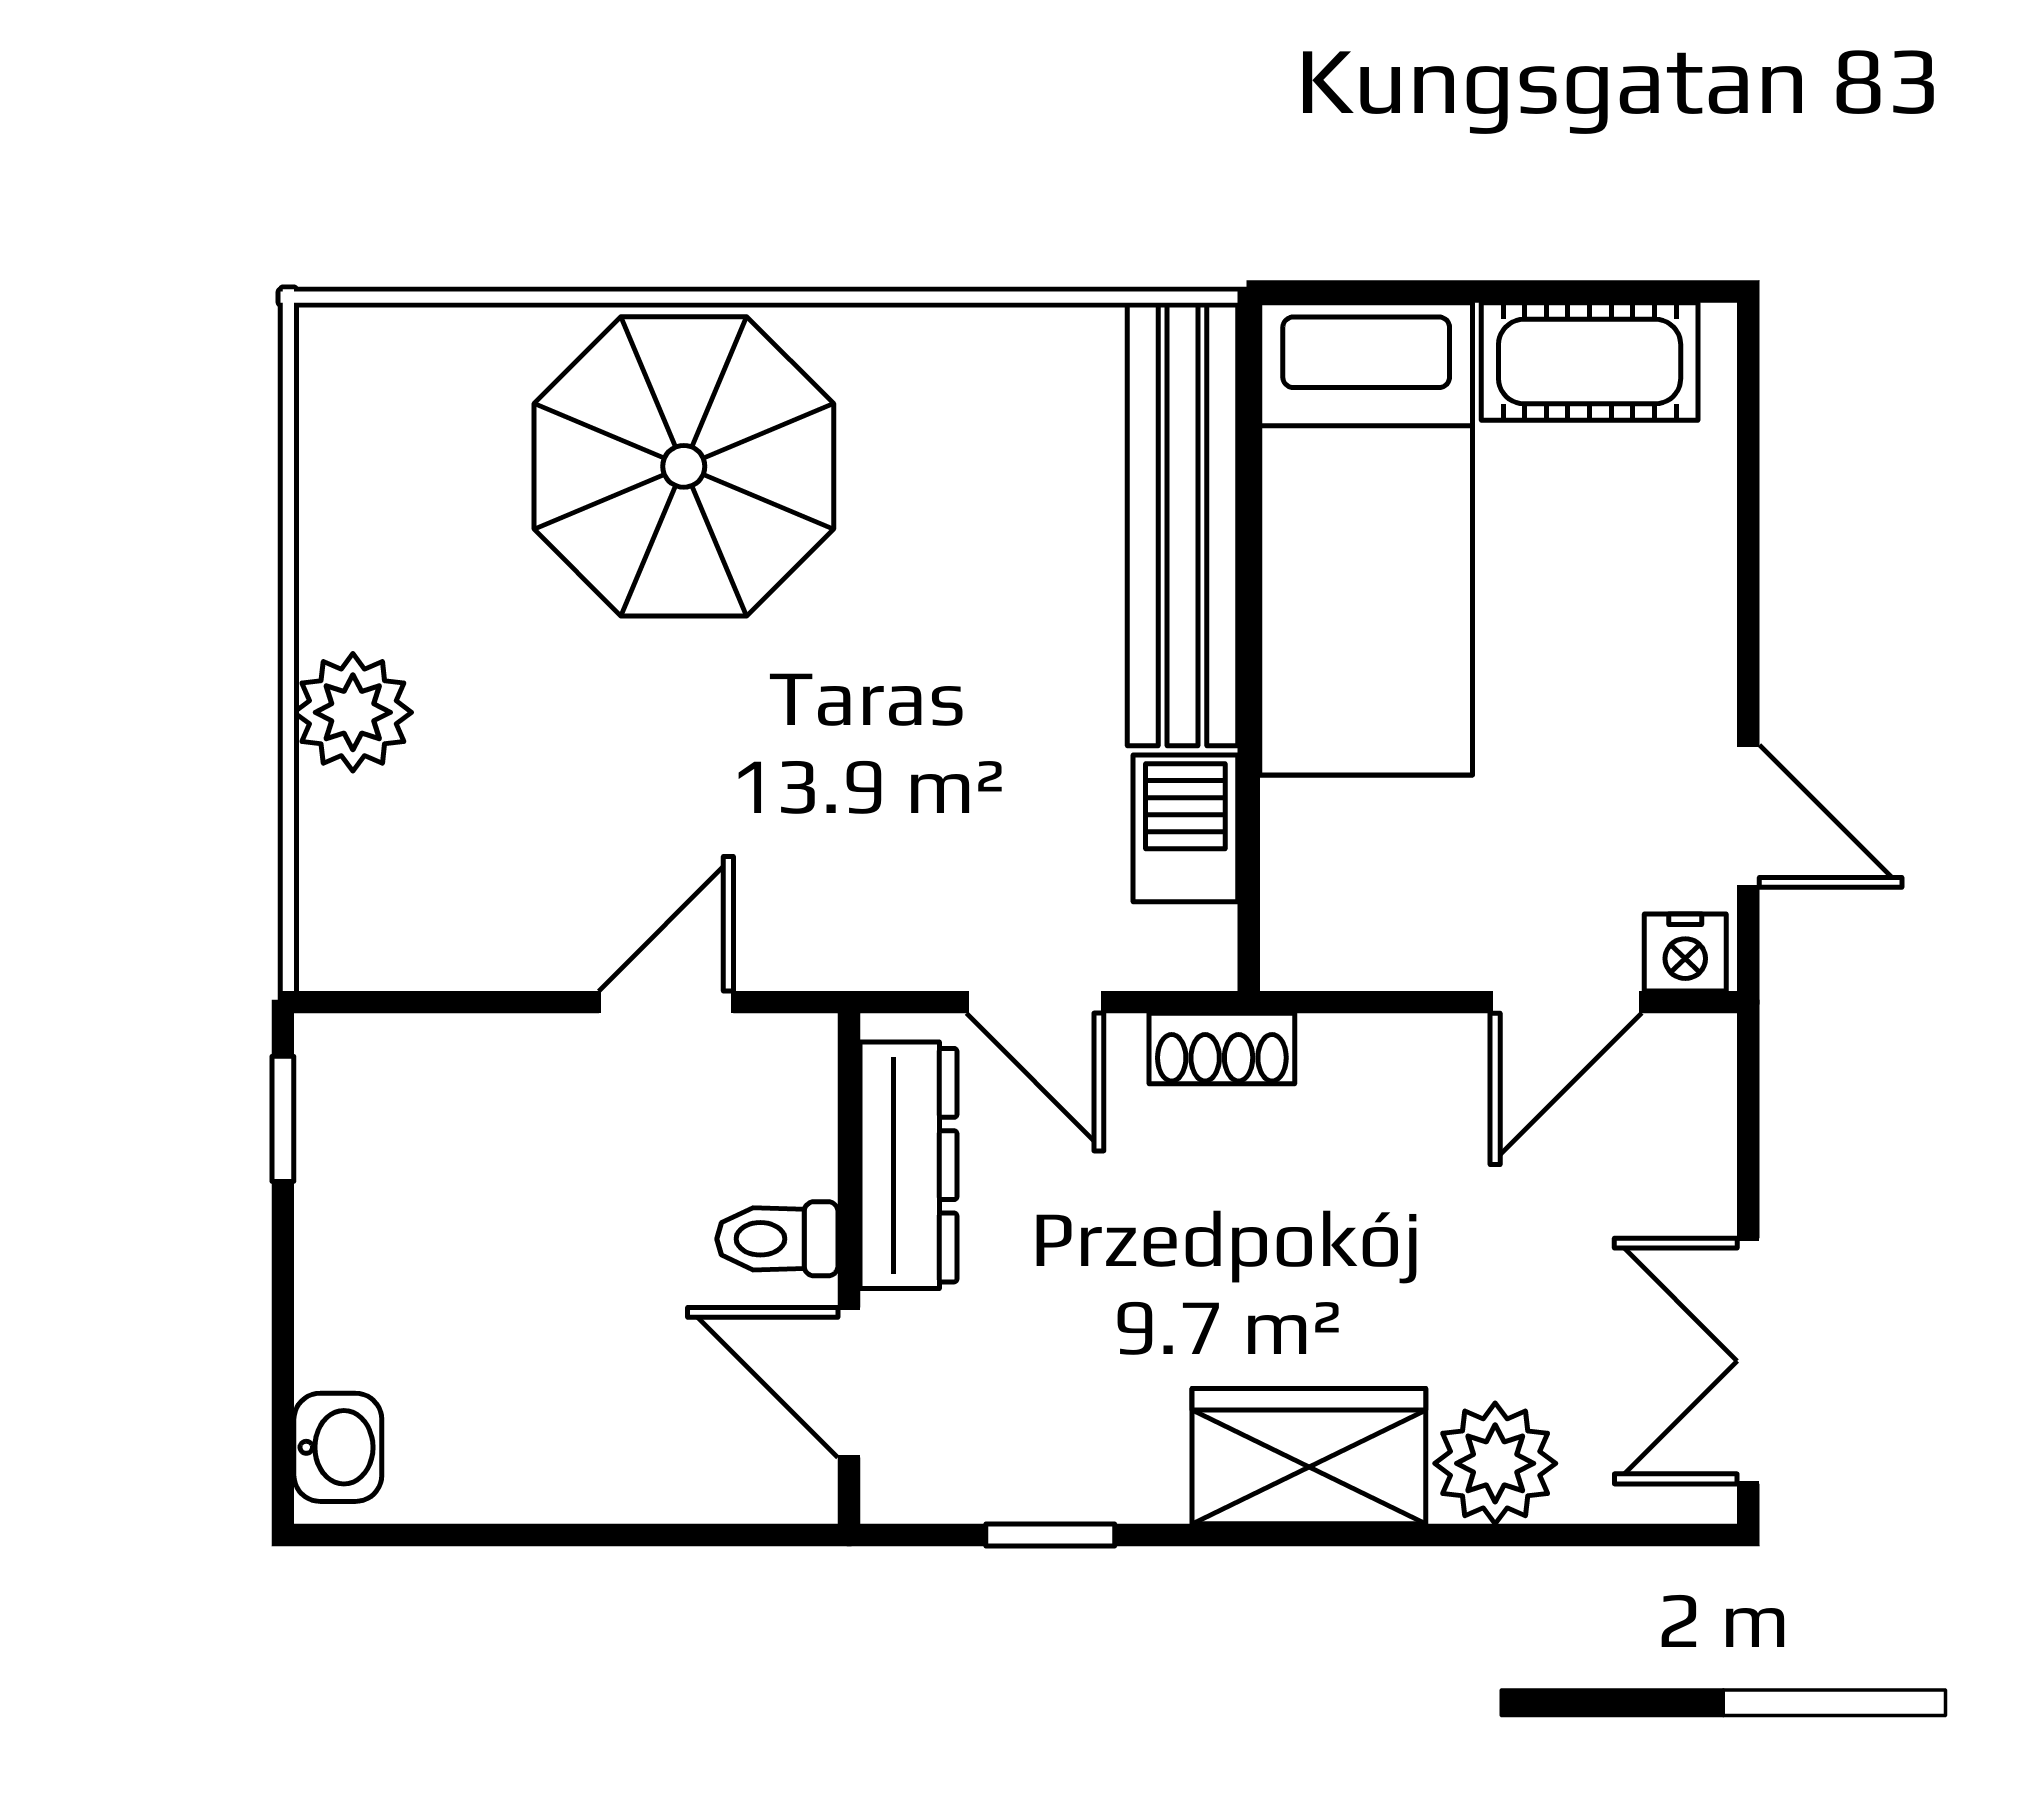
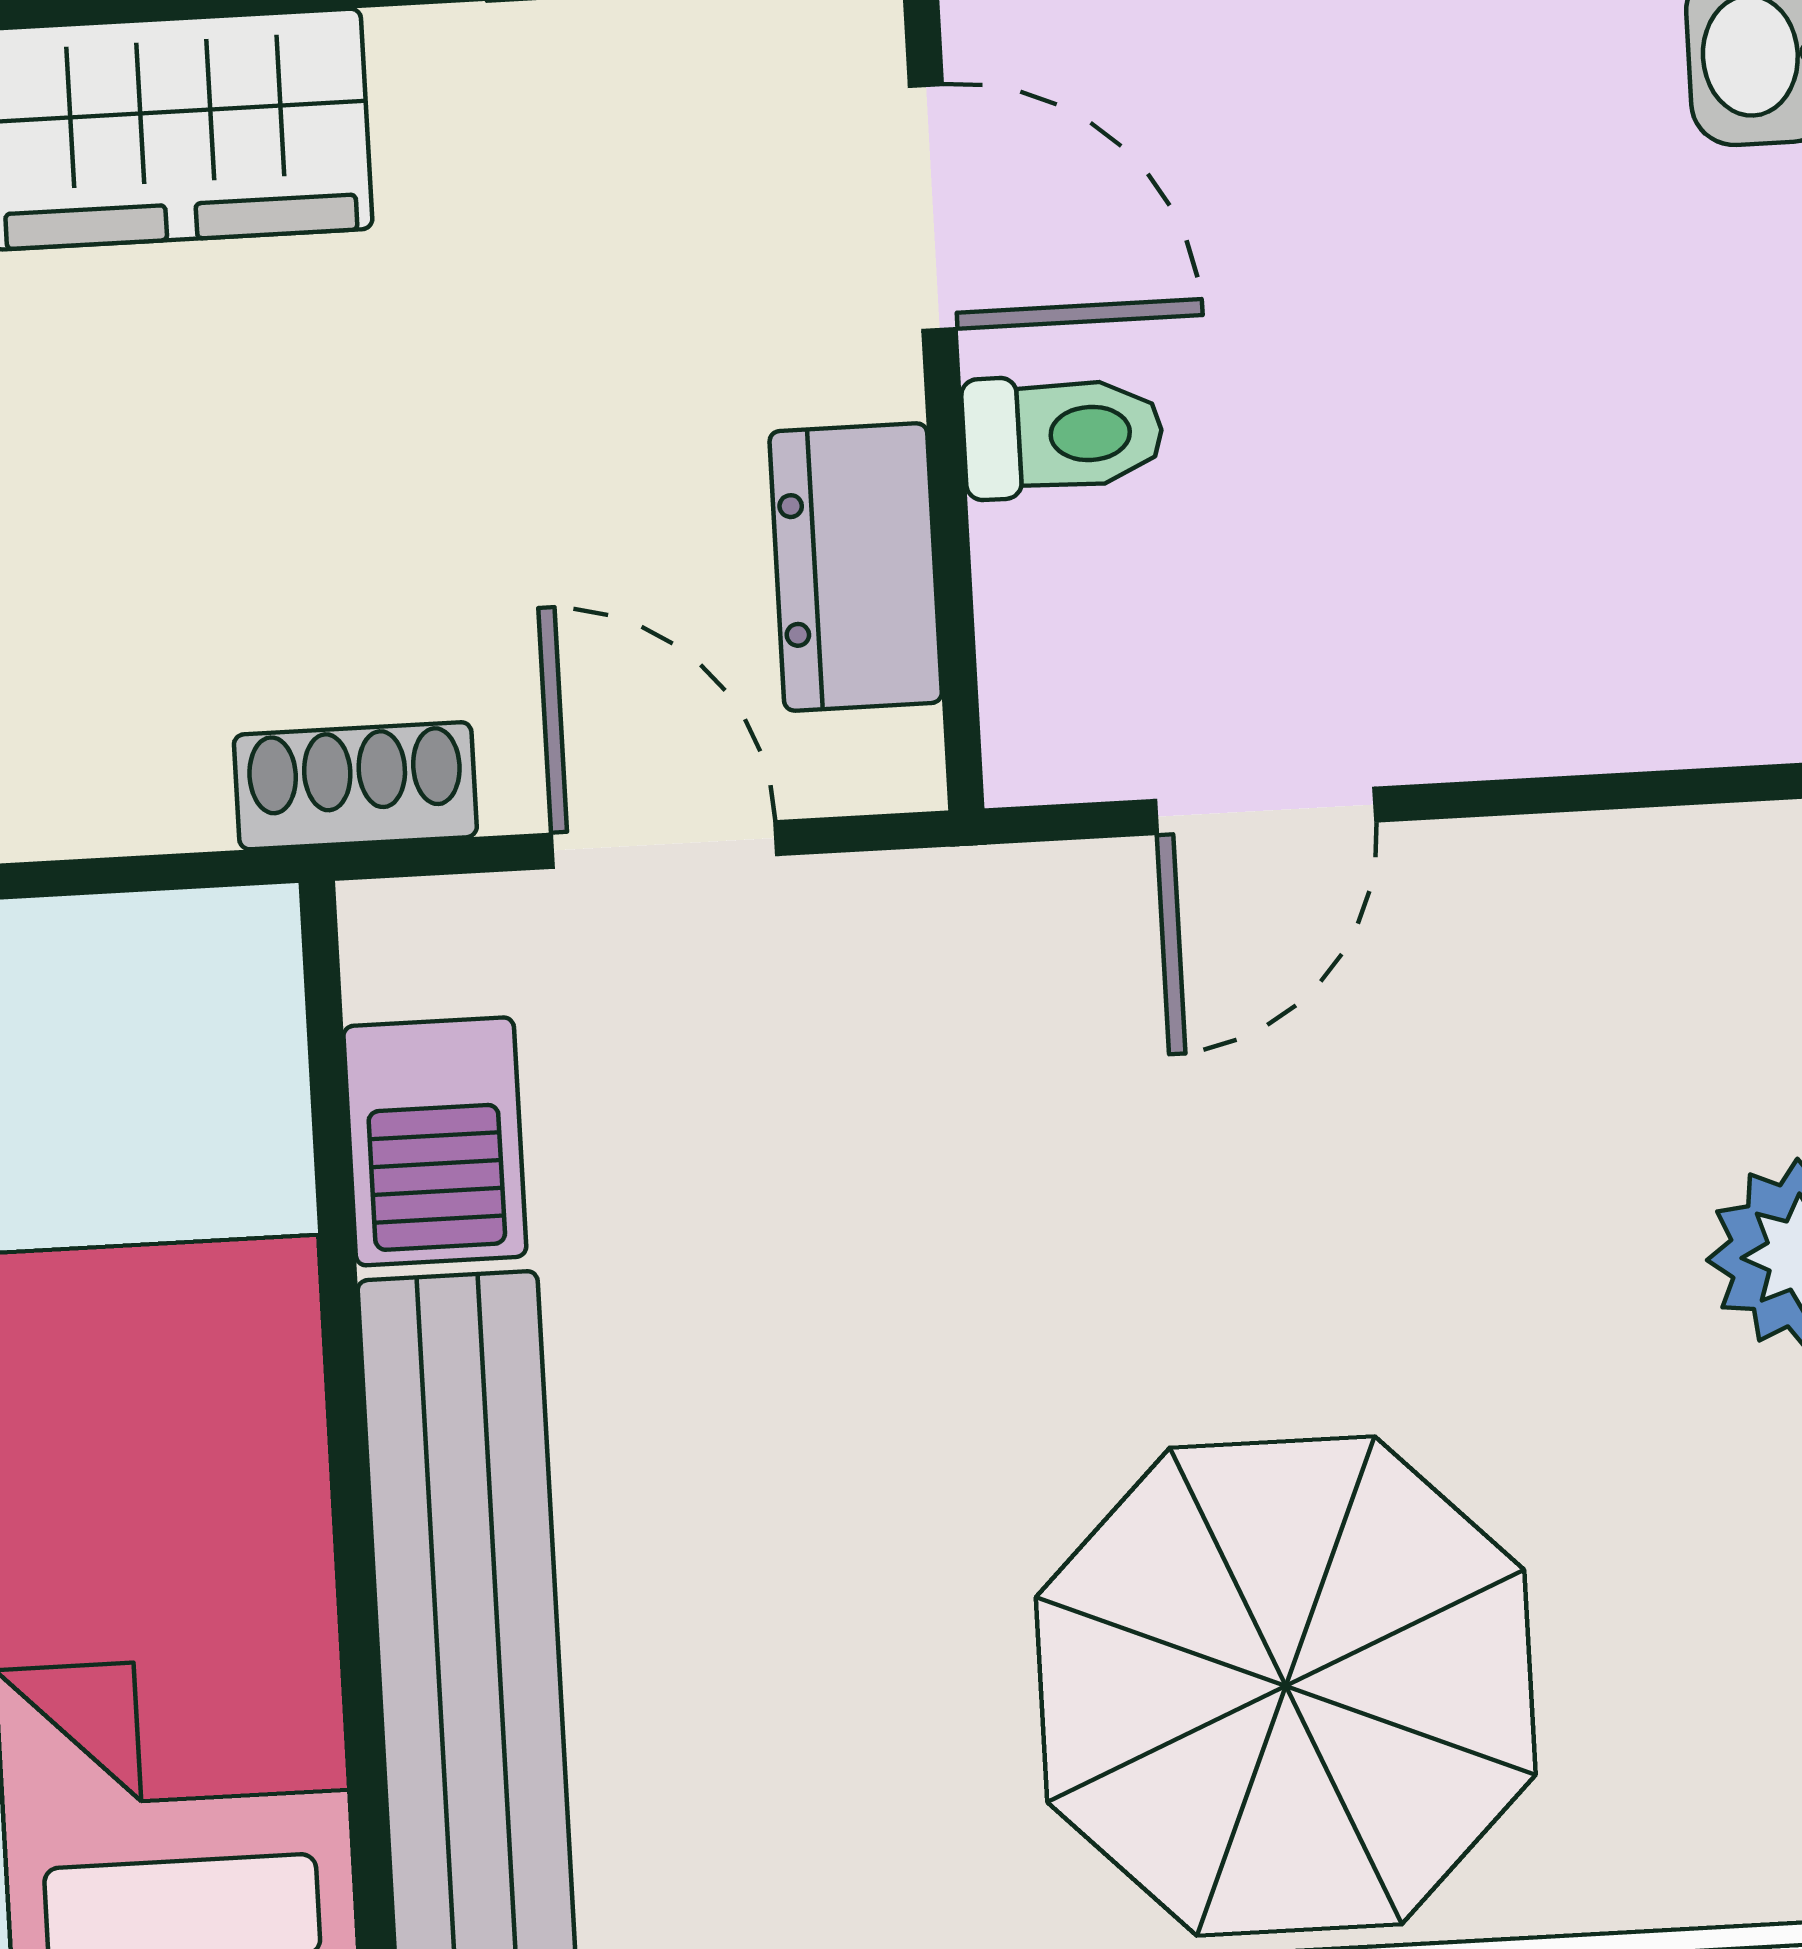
dresser: (908, 1165) -> (856, 567), width x0.70

